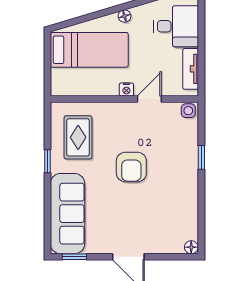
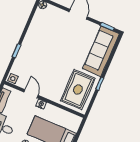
door: (149, 99) -> (31, 94), swing flipped
rug: (78, 137) -> (78, 90), width x1.36, depth x1.43
armchair: (131, 167) -> (56, 62), removed

